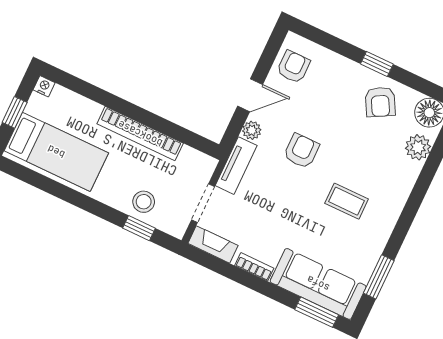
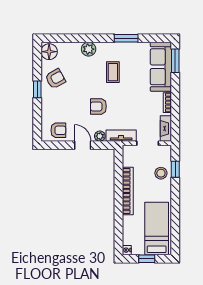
armchair: (293, 67) -> (58, 130), turned 180
plant: (418, 147) -> (89, 49), moved
window: (379, 277) -> (126, 38), moved

